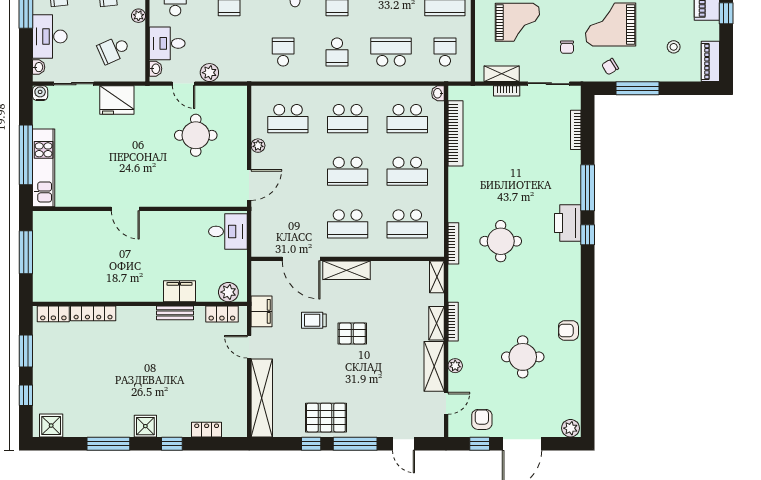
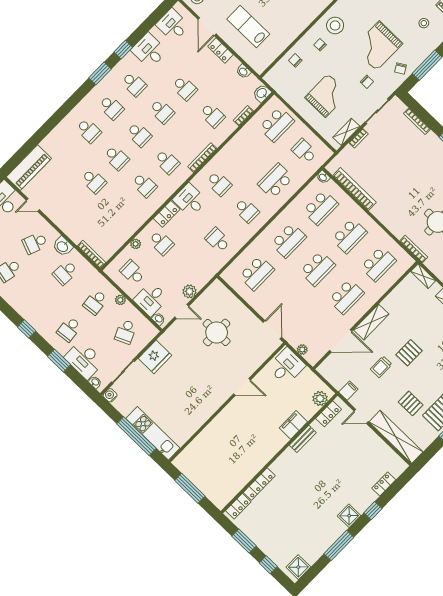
plant: (258, 146) -> (302, 350), moved
door: (125, 209) -> (242, 387), moved
filing cabinet: (262, 311) -> (348, 391), width x0.50
pallet: (306, 381) -> (411, 403), added

